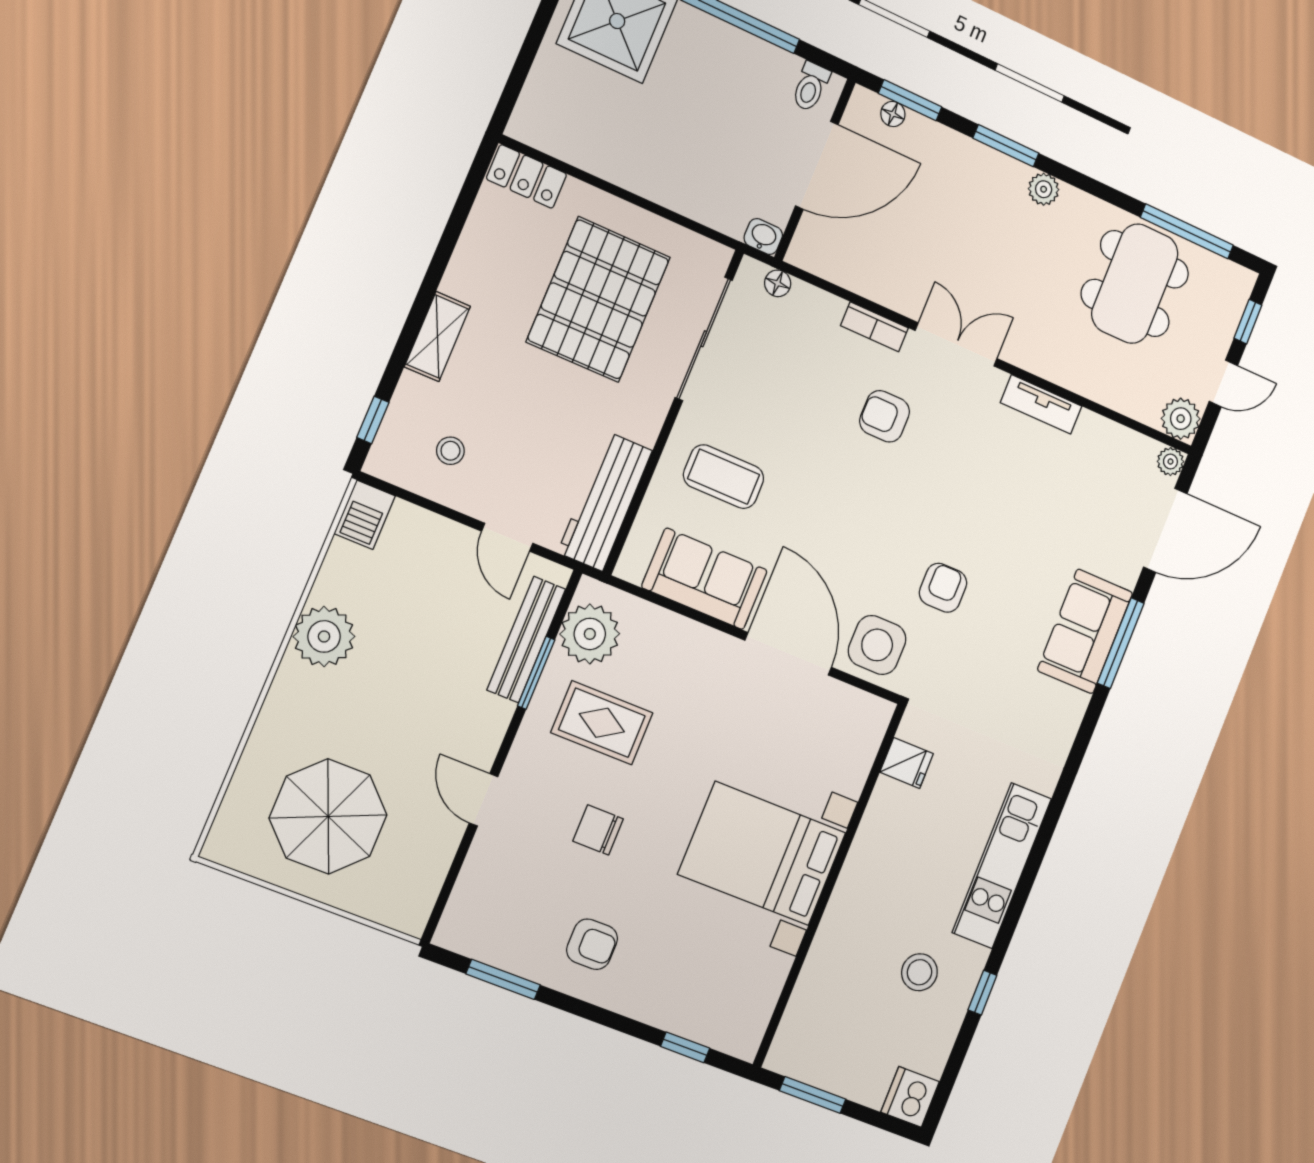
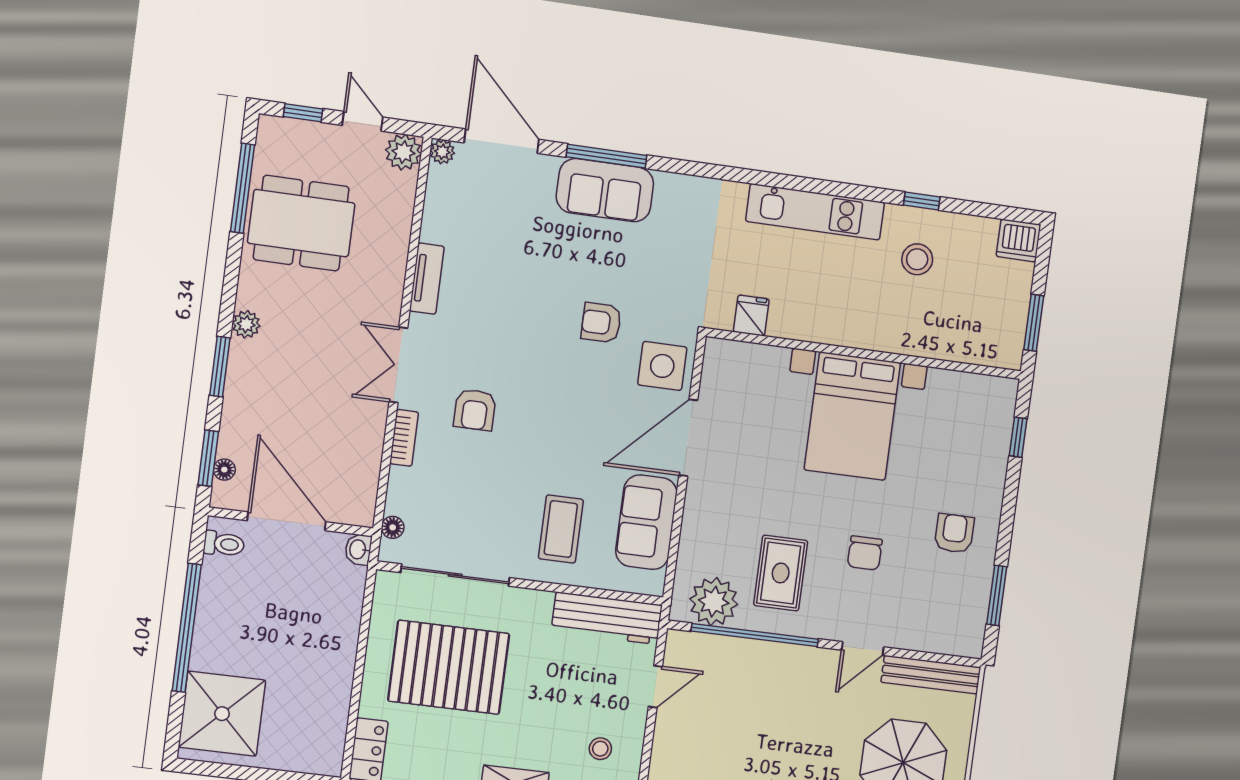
bench: (526, 640) -> (931, 675), moved
window: (536, 673) -> (755, 635), width x2.11

